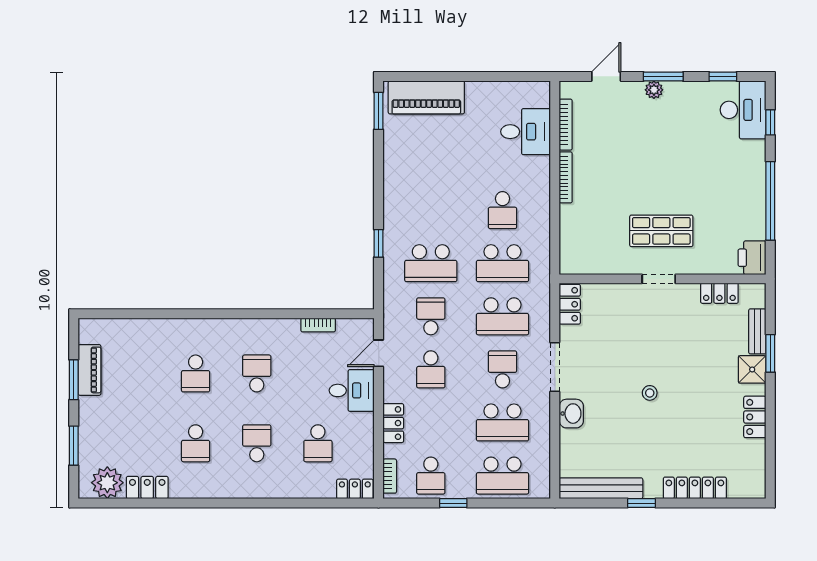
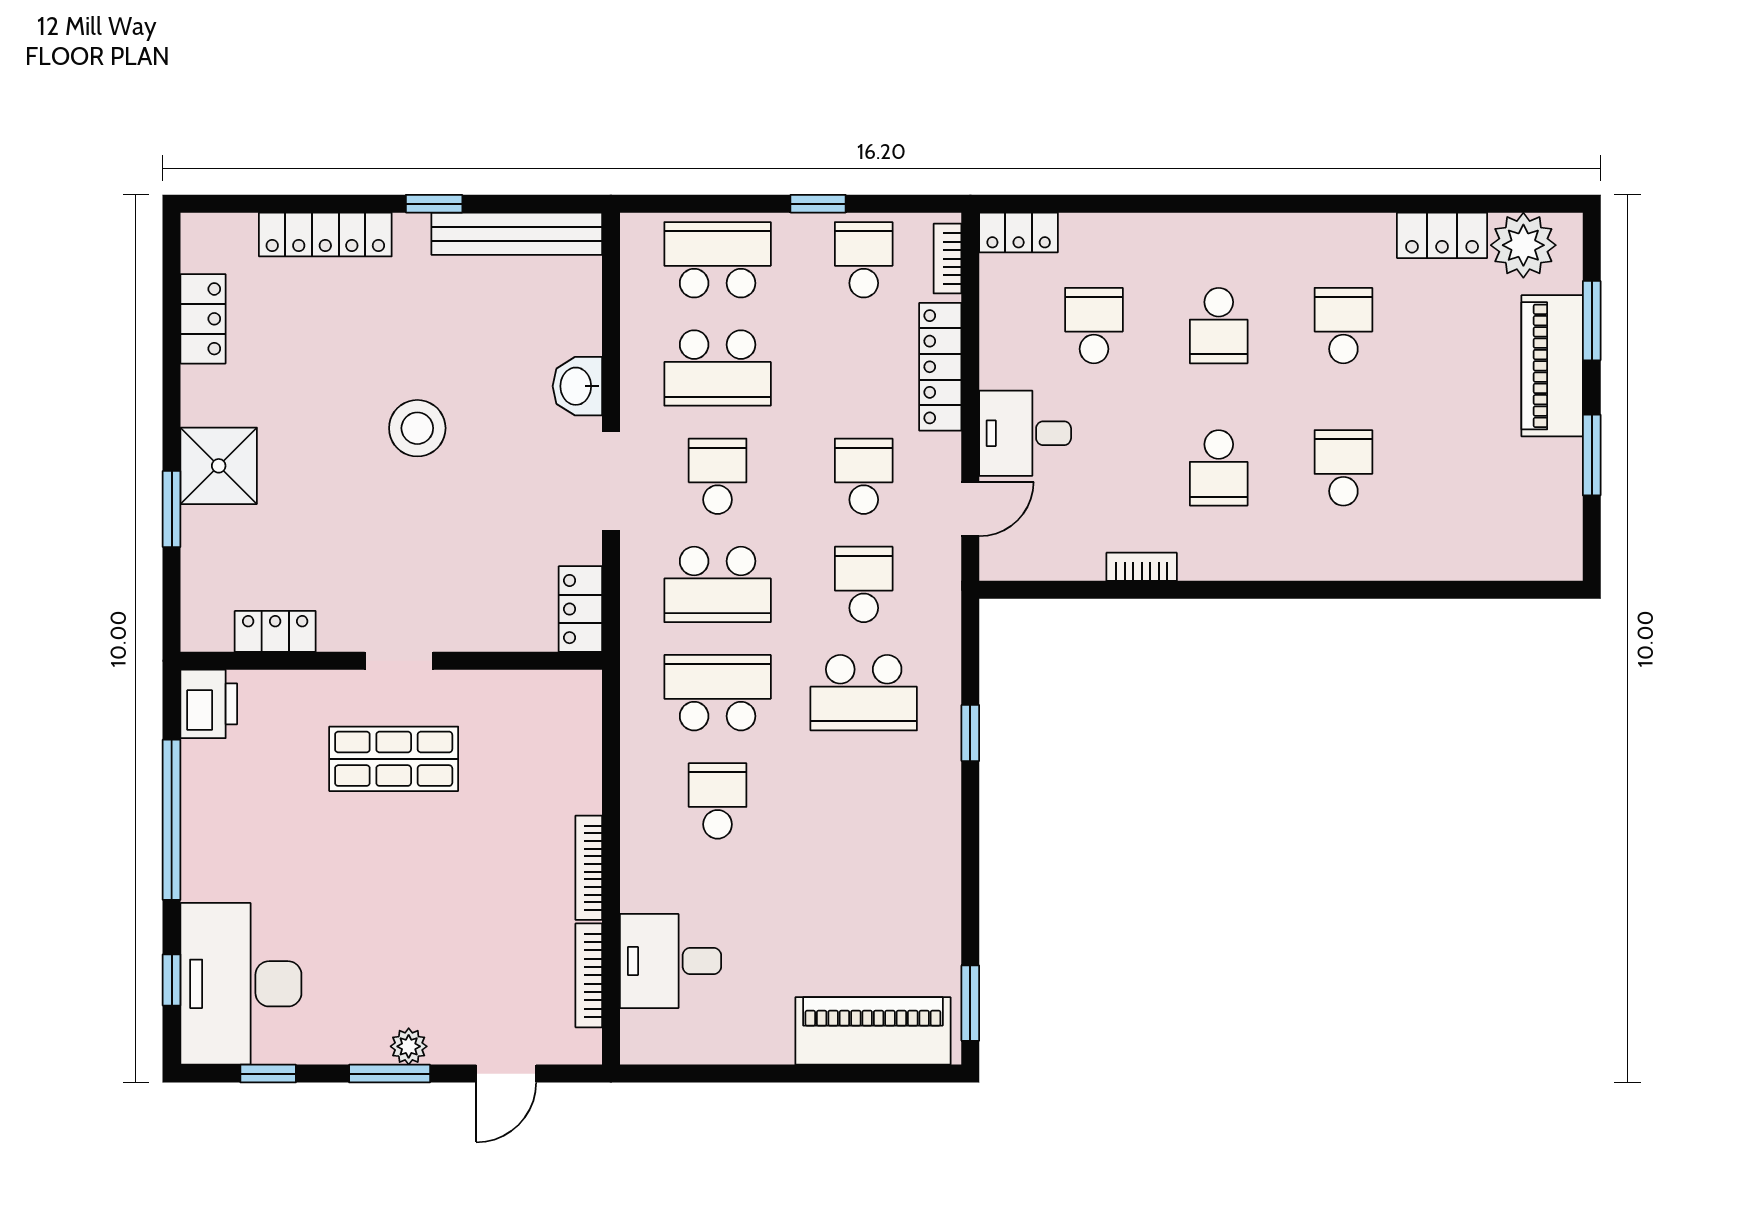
desk: (743, 110) -> (241, 984), width x1.36, depth x1.30
school desk: (431, 263) -> (864, 693), turned 180
school desk: (431, 316) -> (864, 584), turned 180
school desk: (502, 316) -> (718, 584), turned 180
bookcase: (318, 325) -> (1142, 567), moved
bench: (757, 331) -> (198, 554), removed
school desk: (502, 369) -> (718, 476), turned 180
shower: (752, 369) -> (219, 466), width x1.36, depth x1.36
piano: (89, 370) -> (1552, 366), moved, width x1.37, depth x1.33
stool: (650, 393) -> (417, 428), width x1.89, depth x1.89
locker: (755, 417) -> (203, 319), moved
school desk: (502, 422) -> (718, 368), turned 180
locker: (393, 423) -> (940, 367), width x1.53

